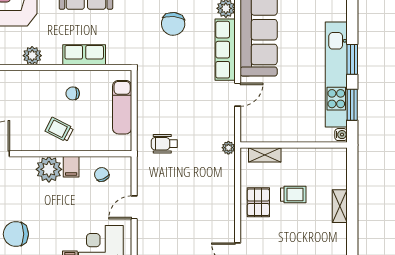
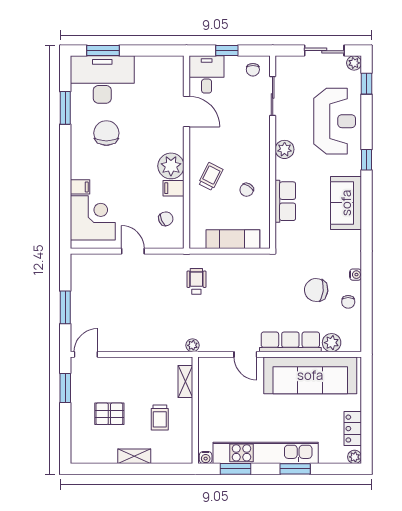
window: (352, 59) -> (295, 469), moved
chair: (73, 93) -> (247, 190), turned -147
trolley: (293, 195) -> (160, 418), moved
pallet: (258, 202) -> (109, 414), moved

